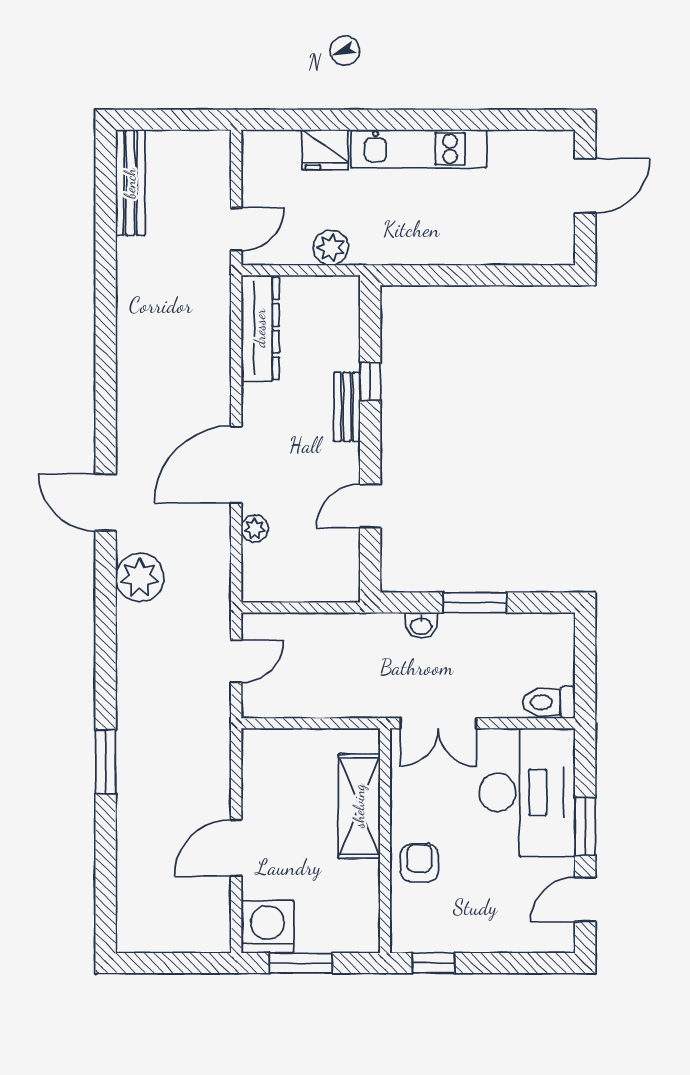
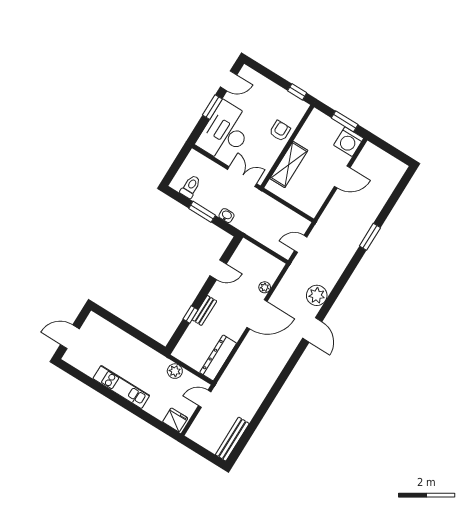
fridge: (325, 150) -> (175, 420), moved
toilet: (549, 702) -> (191, 187), moved, turned -90
armchair: (419, 863) -> (280, 131), turned 180

